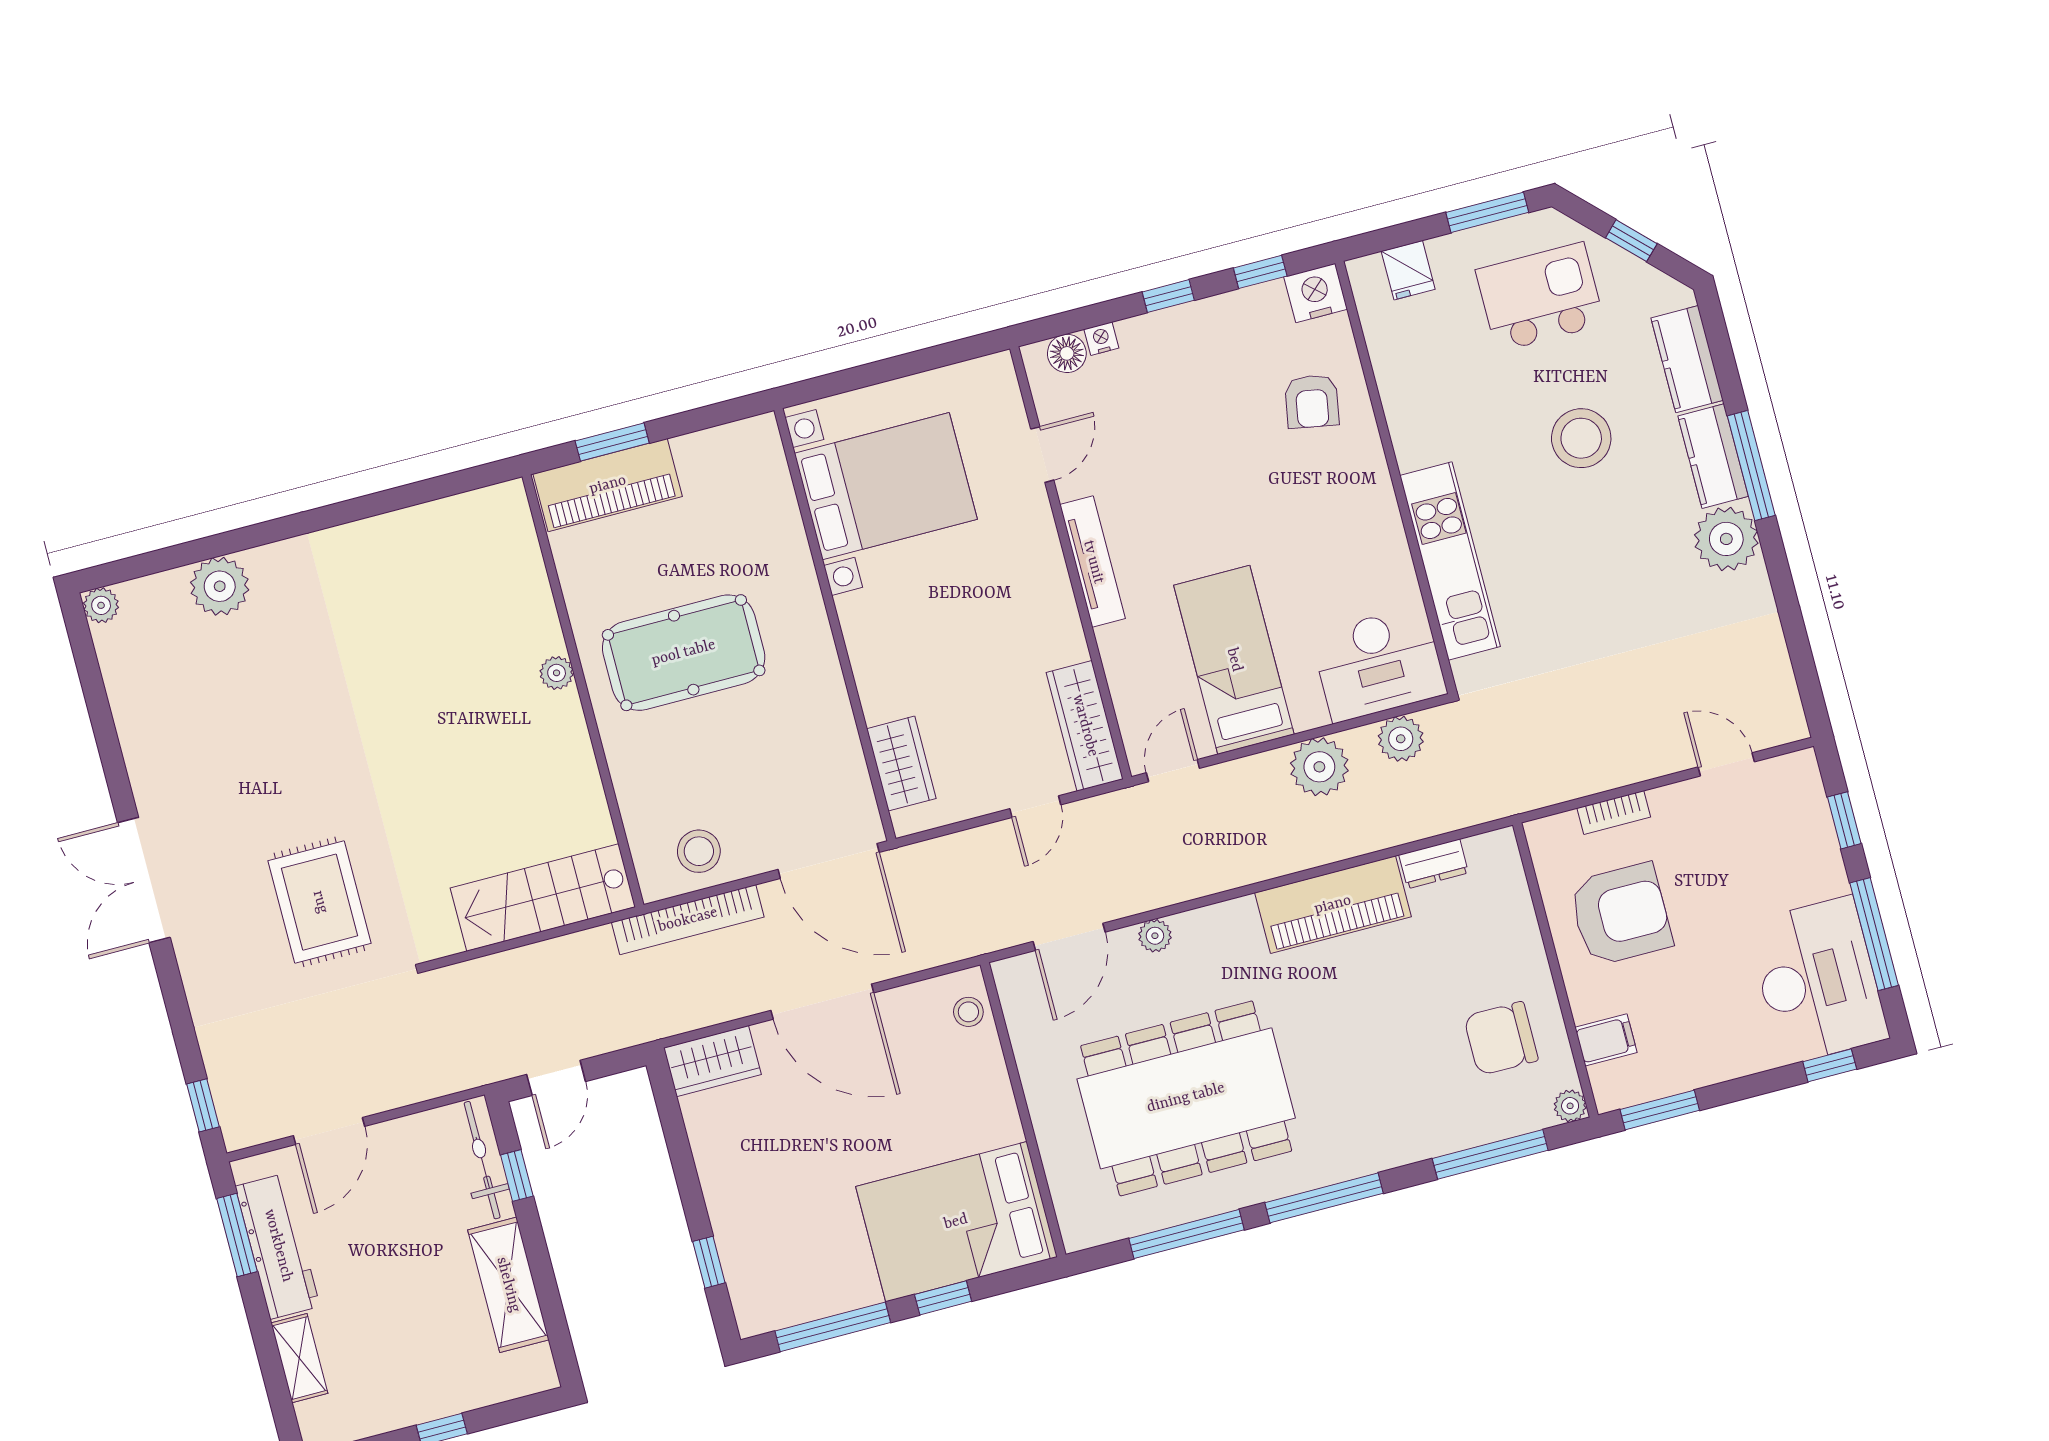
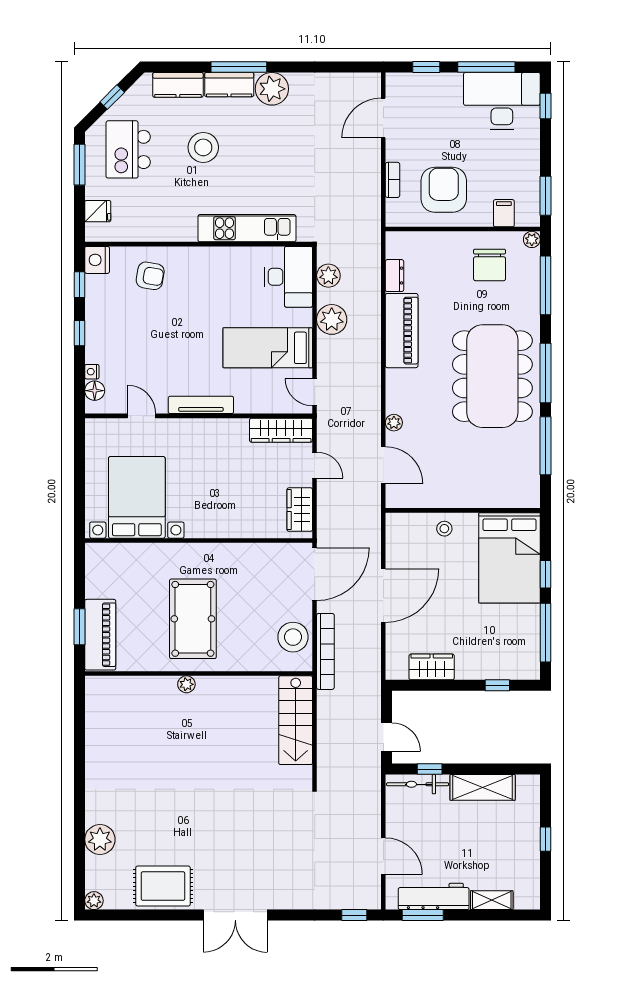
wardrobe: (901, 764) -> (300, 510), moved, turned -90
door: (1726, 764) -> (383, 118), width x1.38
stool: (699, 851) -> (293, 637), width x1.38, depth x1.38
rug: (320, 902) -> (163, 886), moved
stool: (968, 1012) -> (444, 529), moved
wardrobe: (712, 1061) -> (432, 667), moved, turned -90
dining table: (1186, 1098) -> (492, 376), moved

